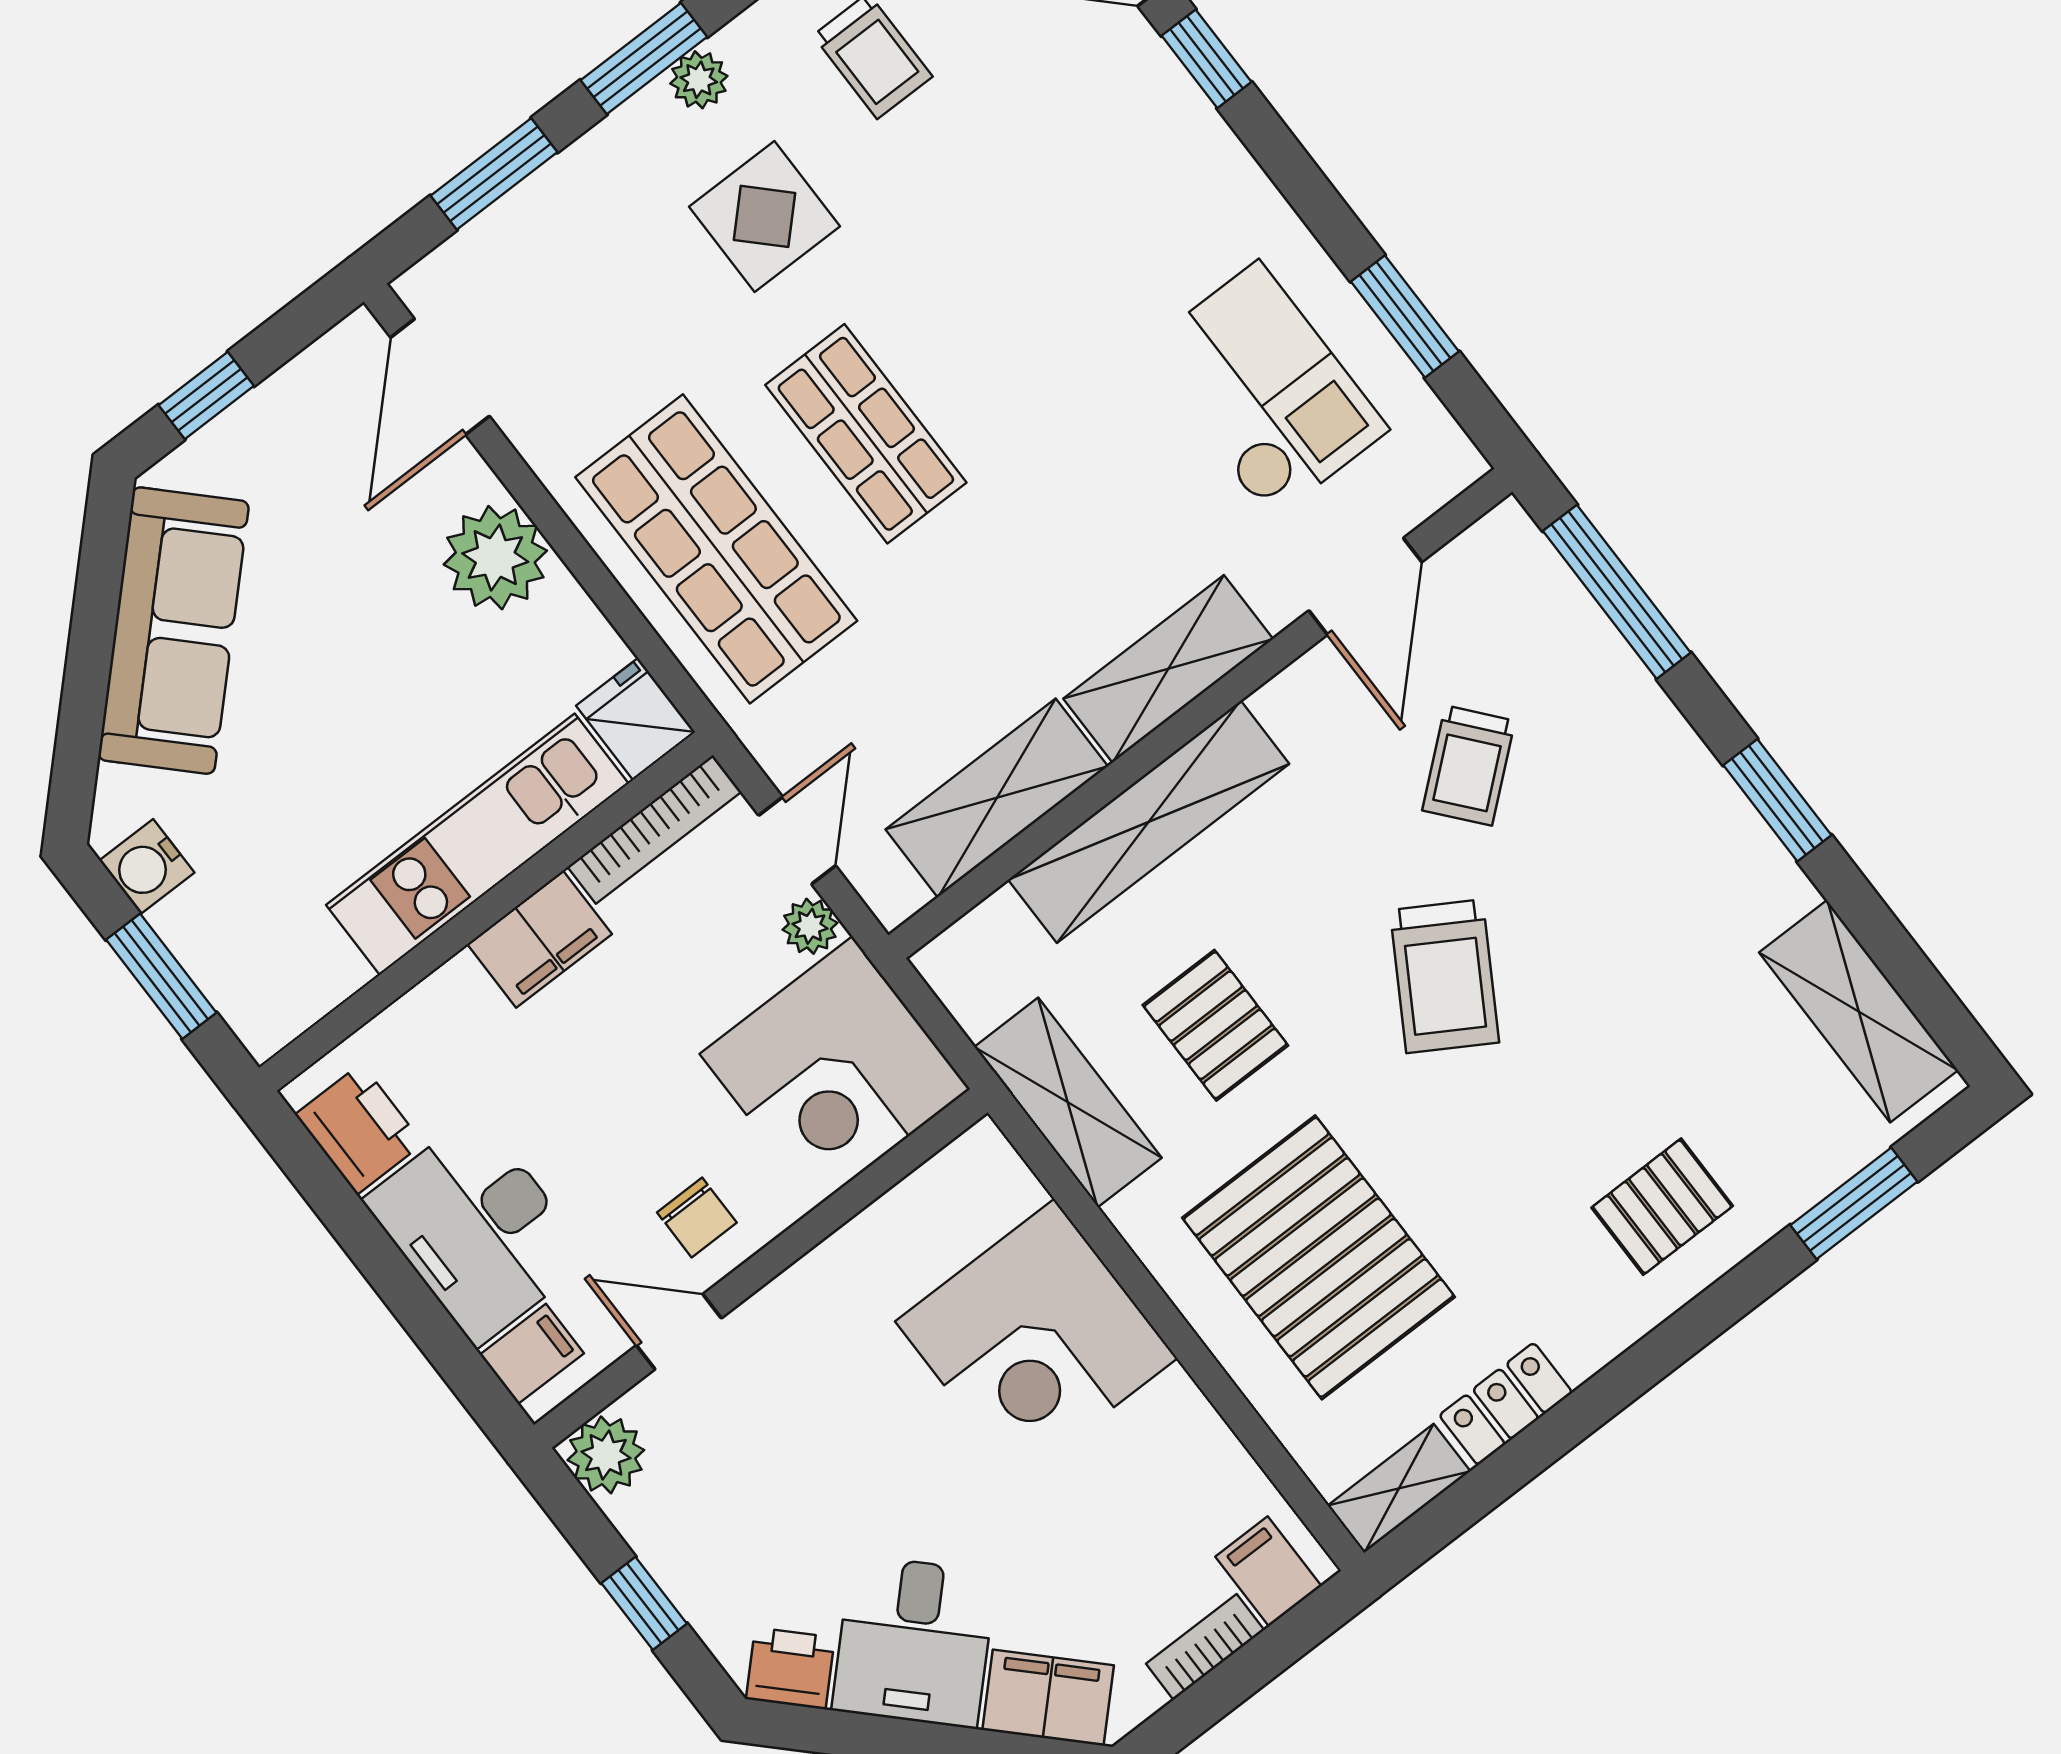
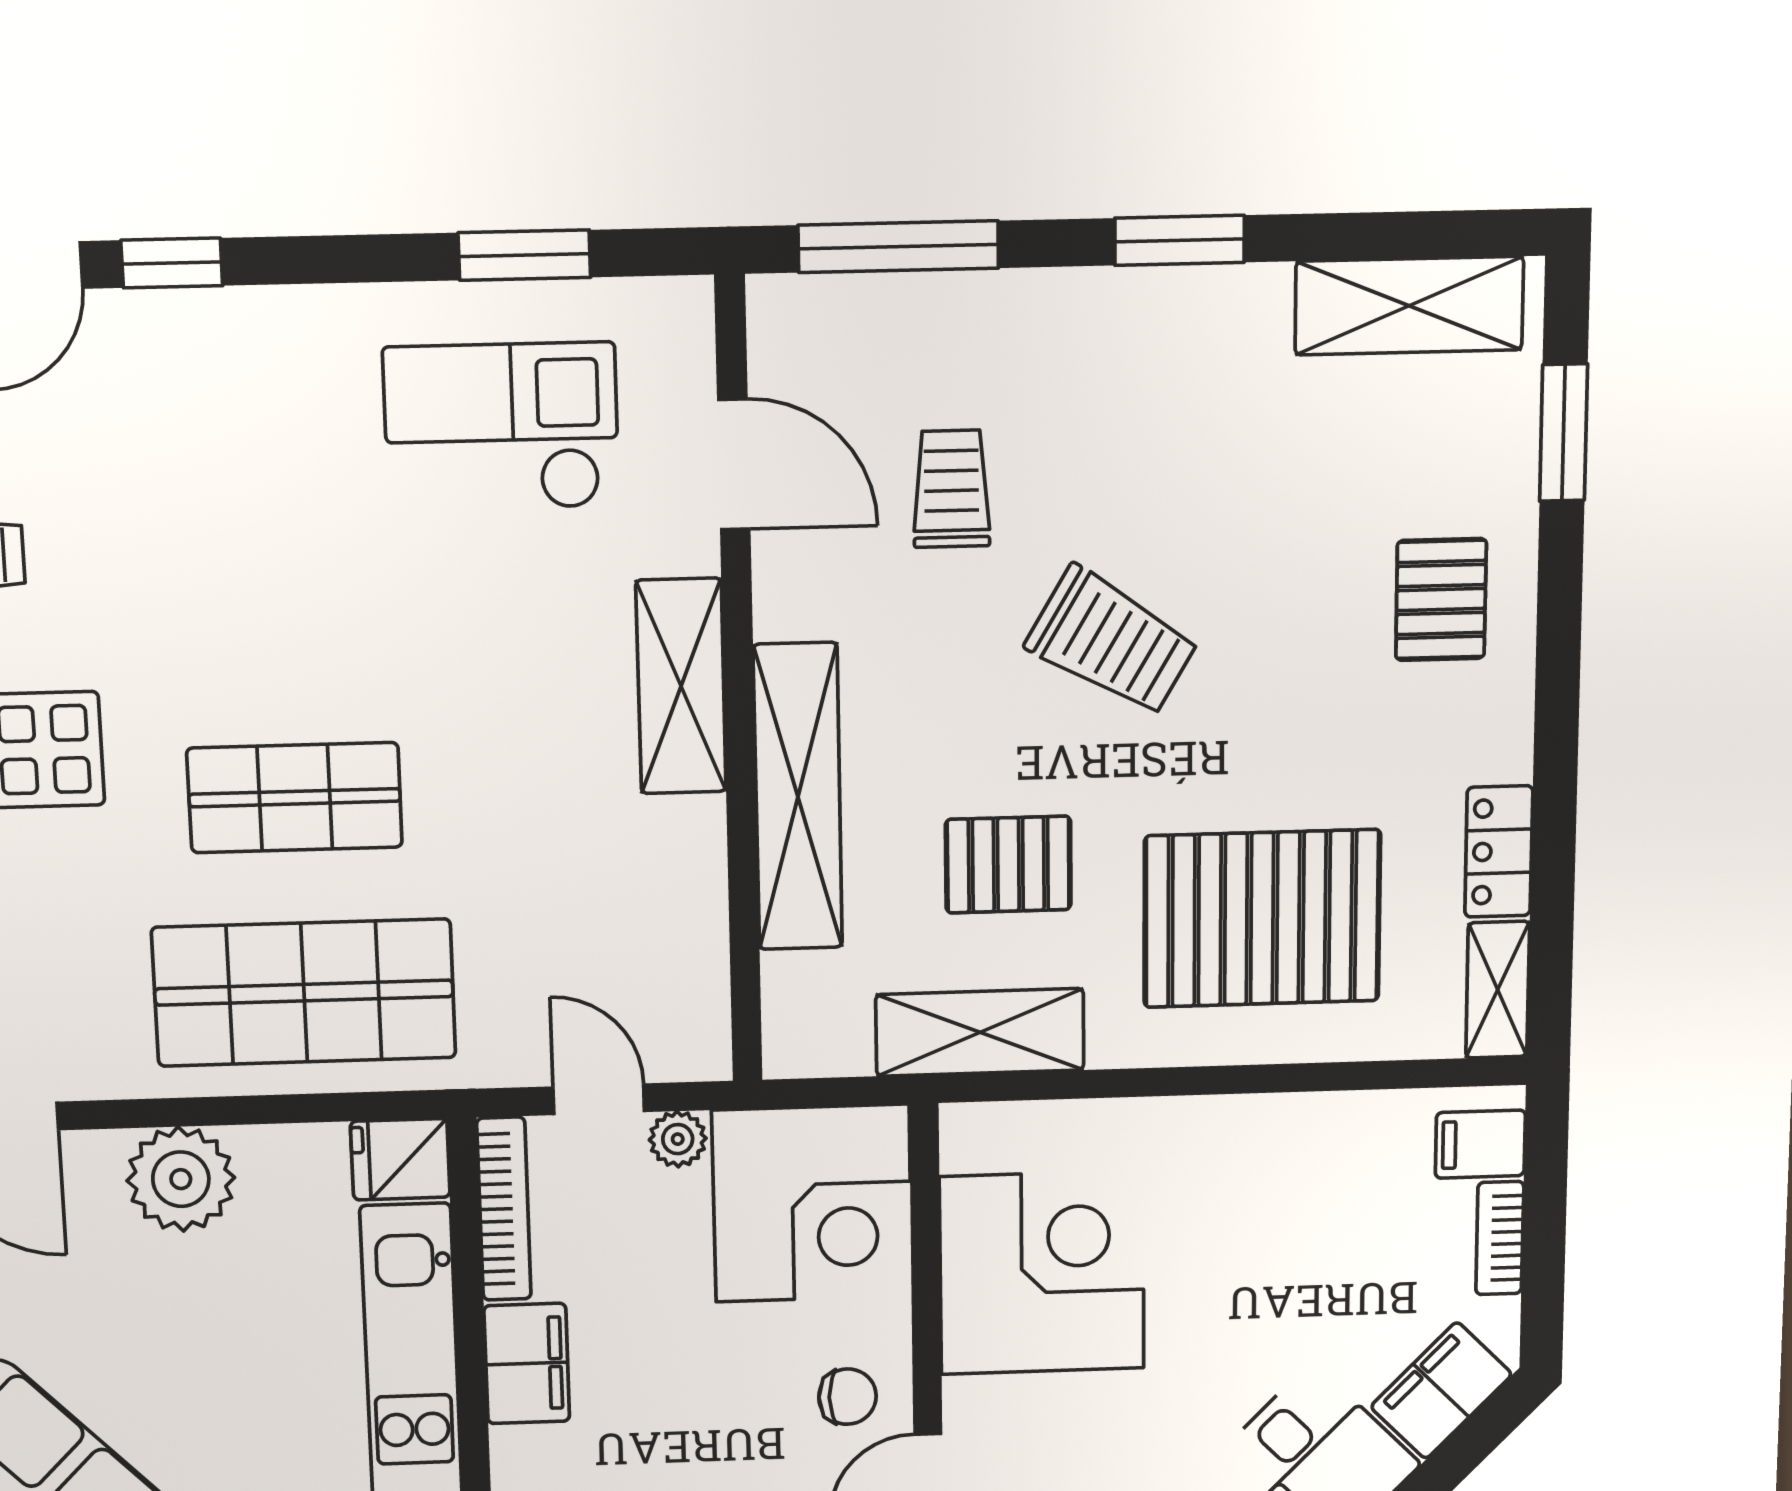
trolley: (1469, 766) -> (951, 489), turned -140
shelving: (997, 798) -> (684, 909), removed
corner desk: (1036, 1340) -> (1042, 1273), moved, turned -90

